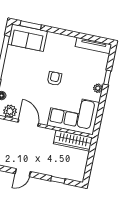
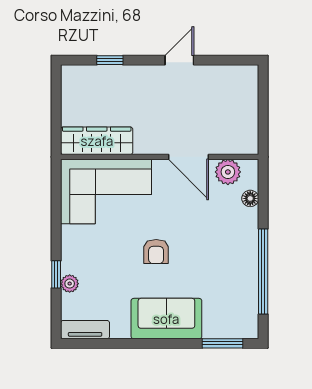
sofa: (28, 38) -> (166, 319), moved
tv unit: (93, 46) -> (85, 330), width x0.71
plant: (98, 88) -> (70, 284), moved

